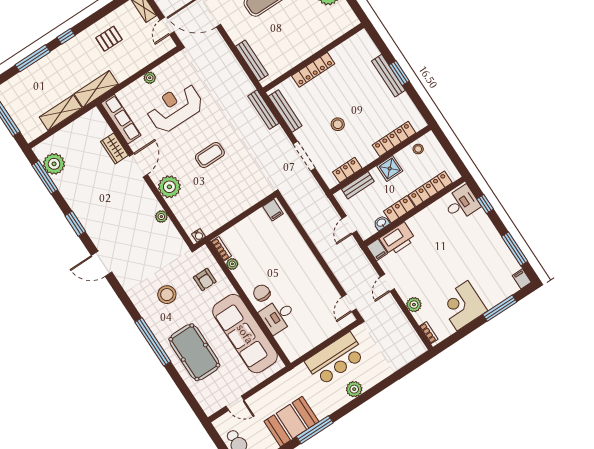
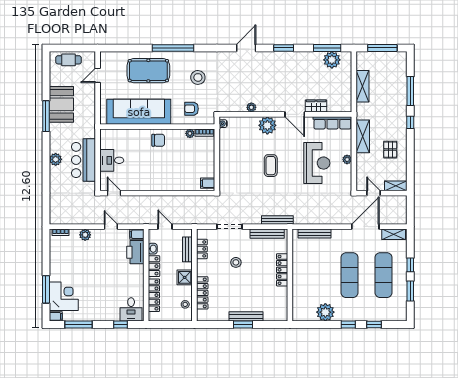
shelving: (96, 89) -> (363, 136), moved
corner desk: (462, 306) -> (64, 296), moved
desk: (278, 316) -> (112, 160), moved, turned -90

